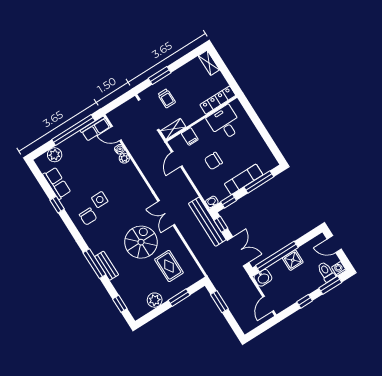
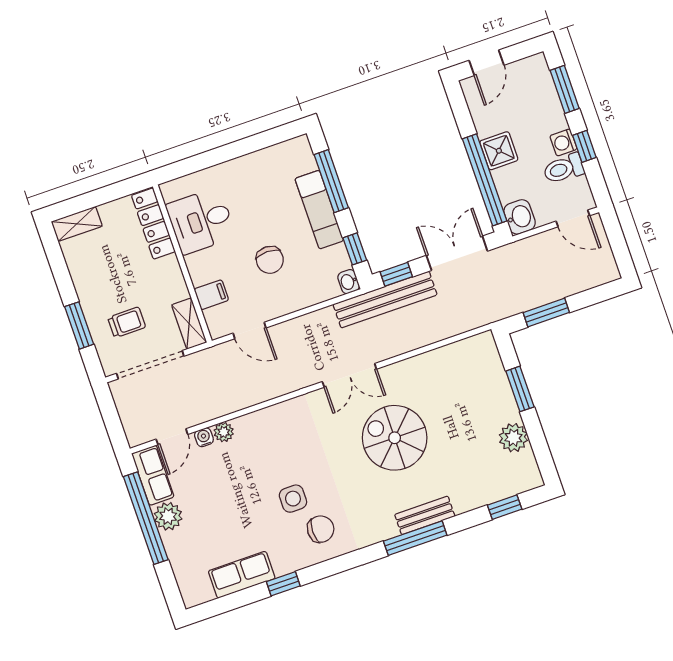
plant: (55, 155) -> (168, 516), moved
rug: (169, 266) -> (454, 394), removed
washing machine: (339, 269) -> (563, 142), moved
toilet: (326, 272) -> (564, 169), moved

